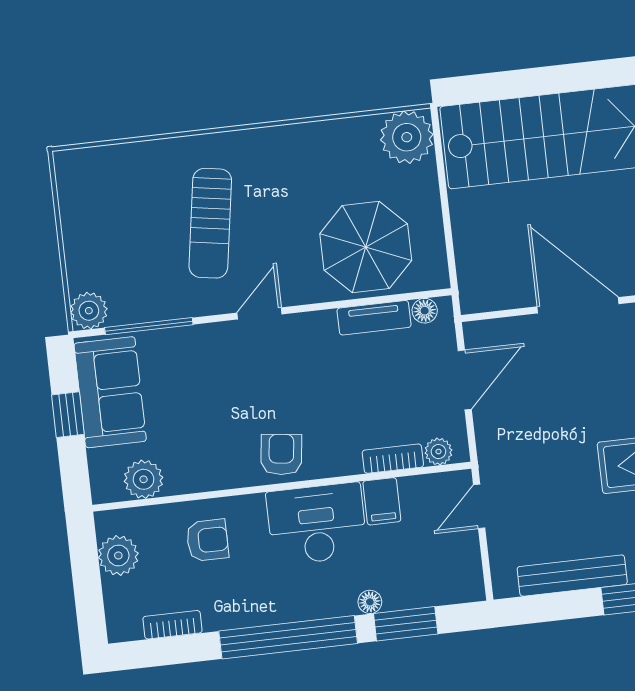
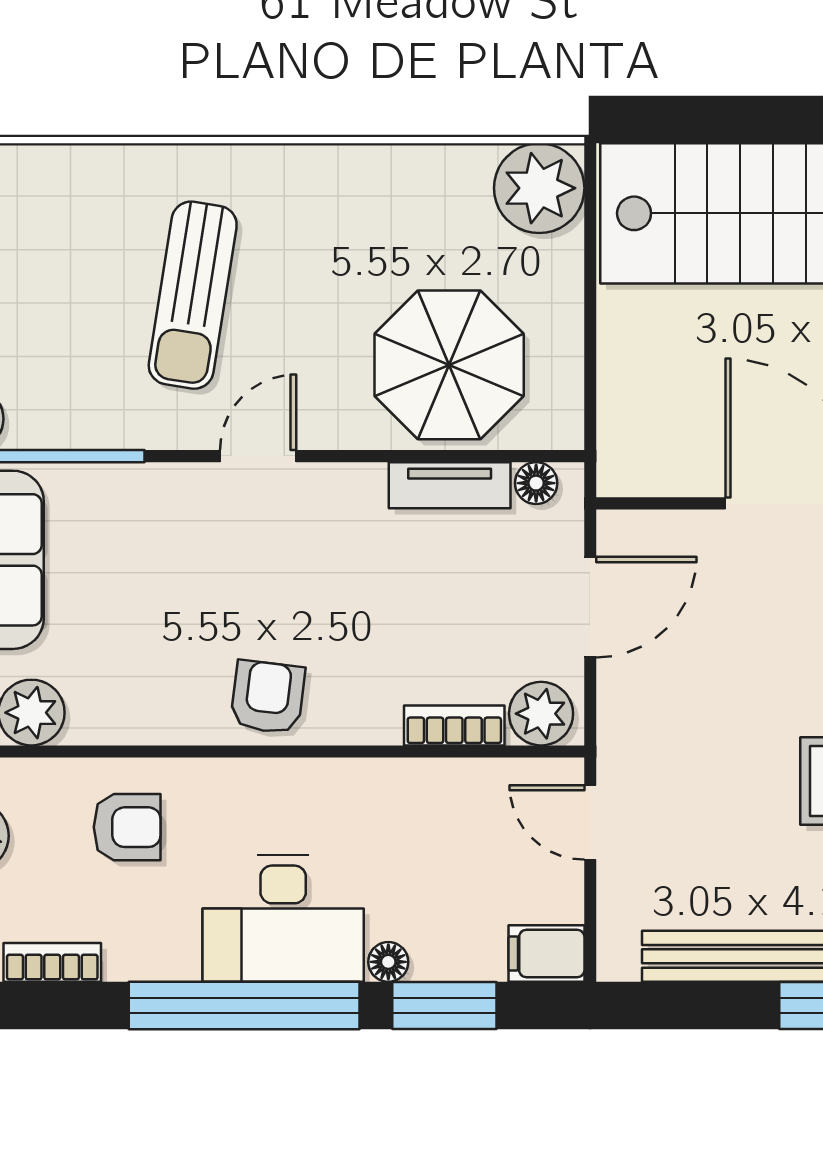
plant: (438, 452) -> (541, 714), width x1.38, depth x1.38
filing cabinet: (382, 501) -> (546, 953), moved, turned 90
door: (479, 506) -> (590, 822), hinge flipped
desk: (317, 524) -> (283, 919), moved, turned 180

